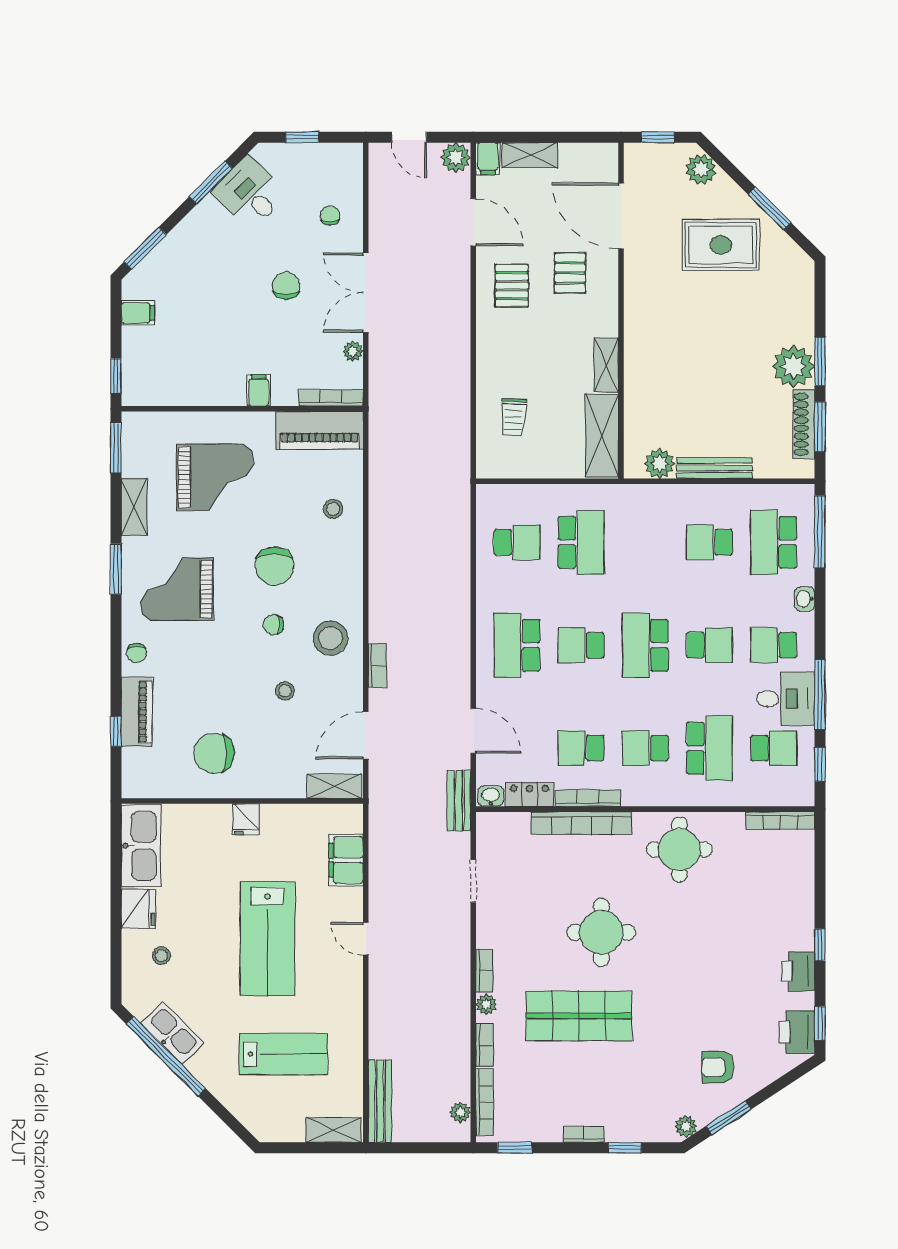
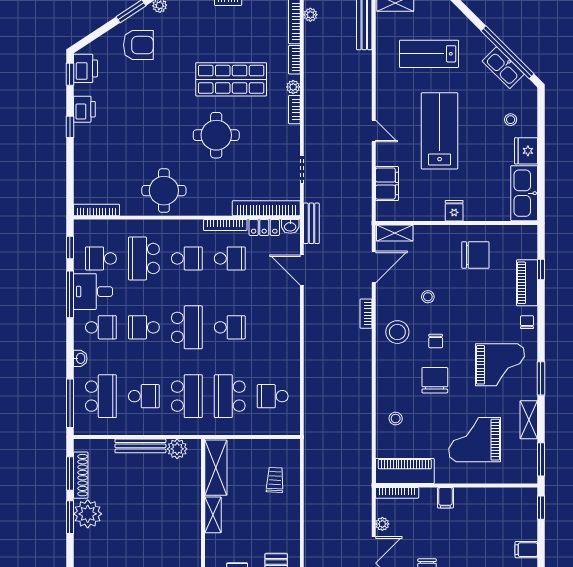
chair: (273, 625) -> (436, 341), turned 90
school desk: (517, 645) -> (187, 396), moved
bookcase: (582, 823) -> (266, 208), moved
armchair: (718, 1067) -> (138, 45), width x1.38, depth x1.38

